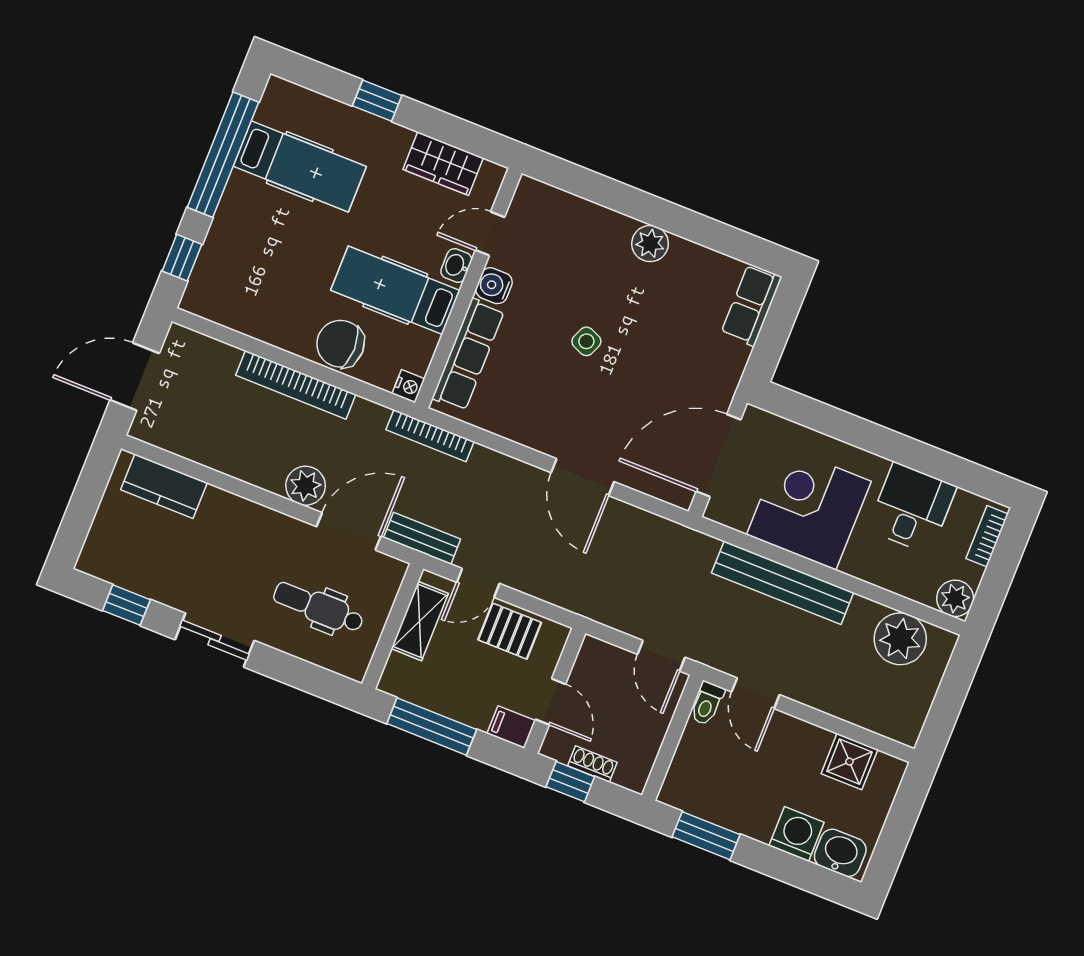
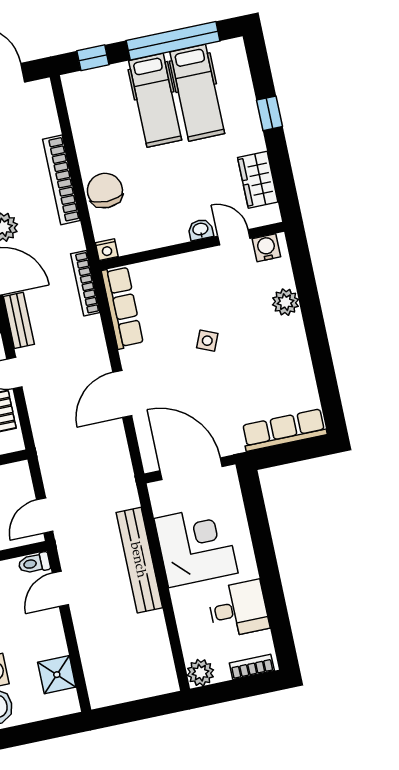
plant: (650, 244) -> (285, 302), moved
water cooler: (494, 286) -> (266, 248), moved
hospital bed: (395, 290) -> (155, 100), moved, turned 180
row of seats: (751, 305) -> (284, 430), width x1.48
row of seats: (468, 355) -> (122, 307), moved, turned -90
plant: (900, 639) -> (153, 655), removed

